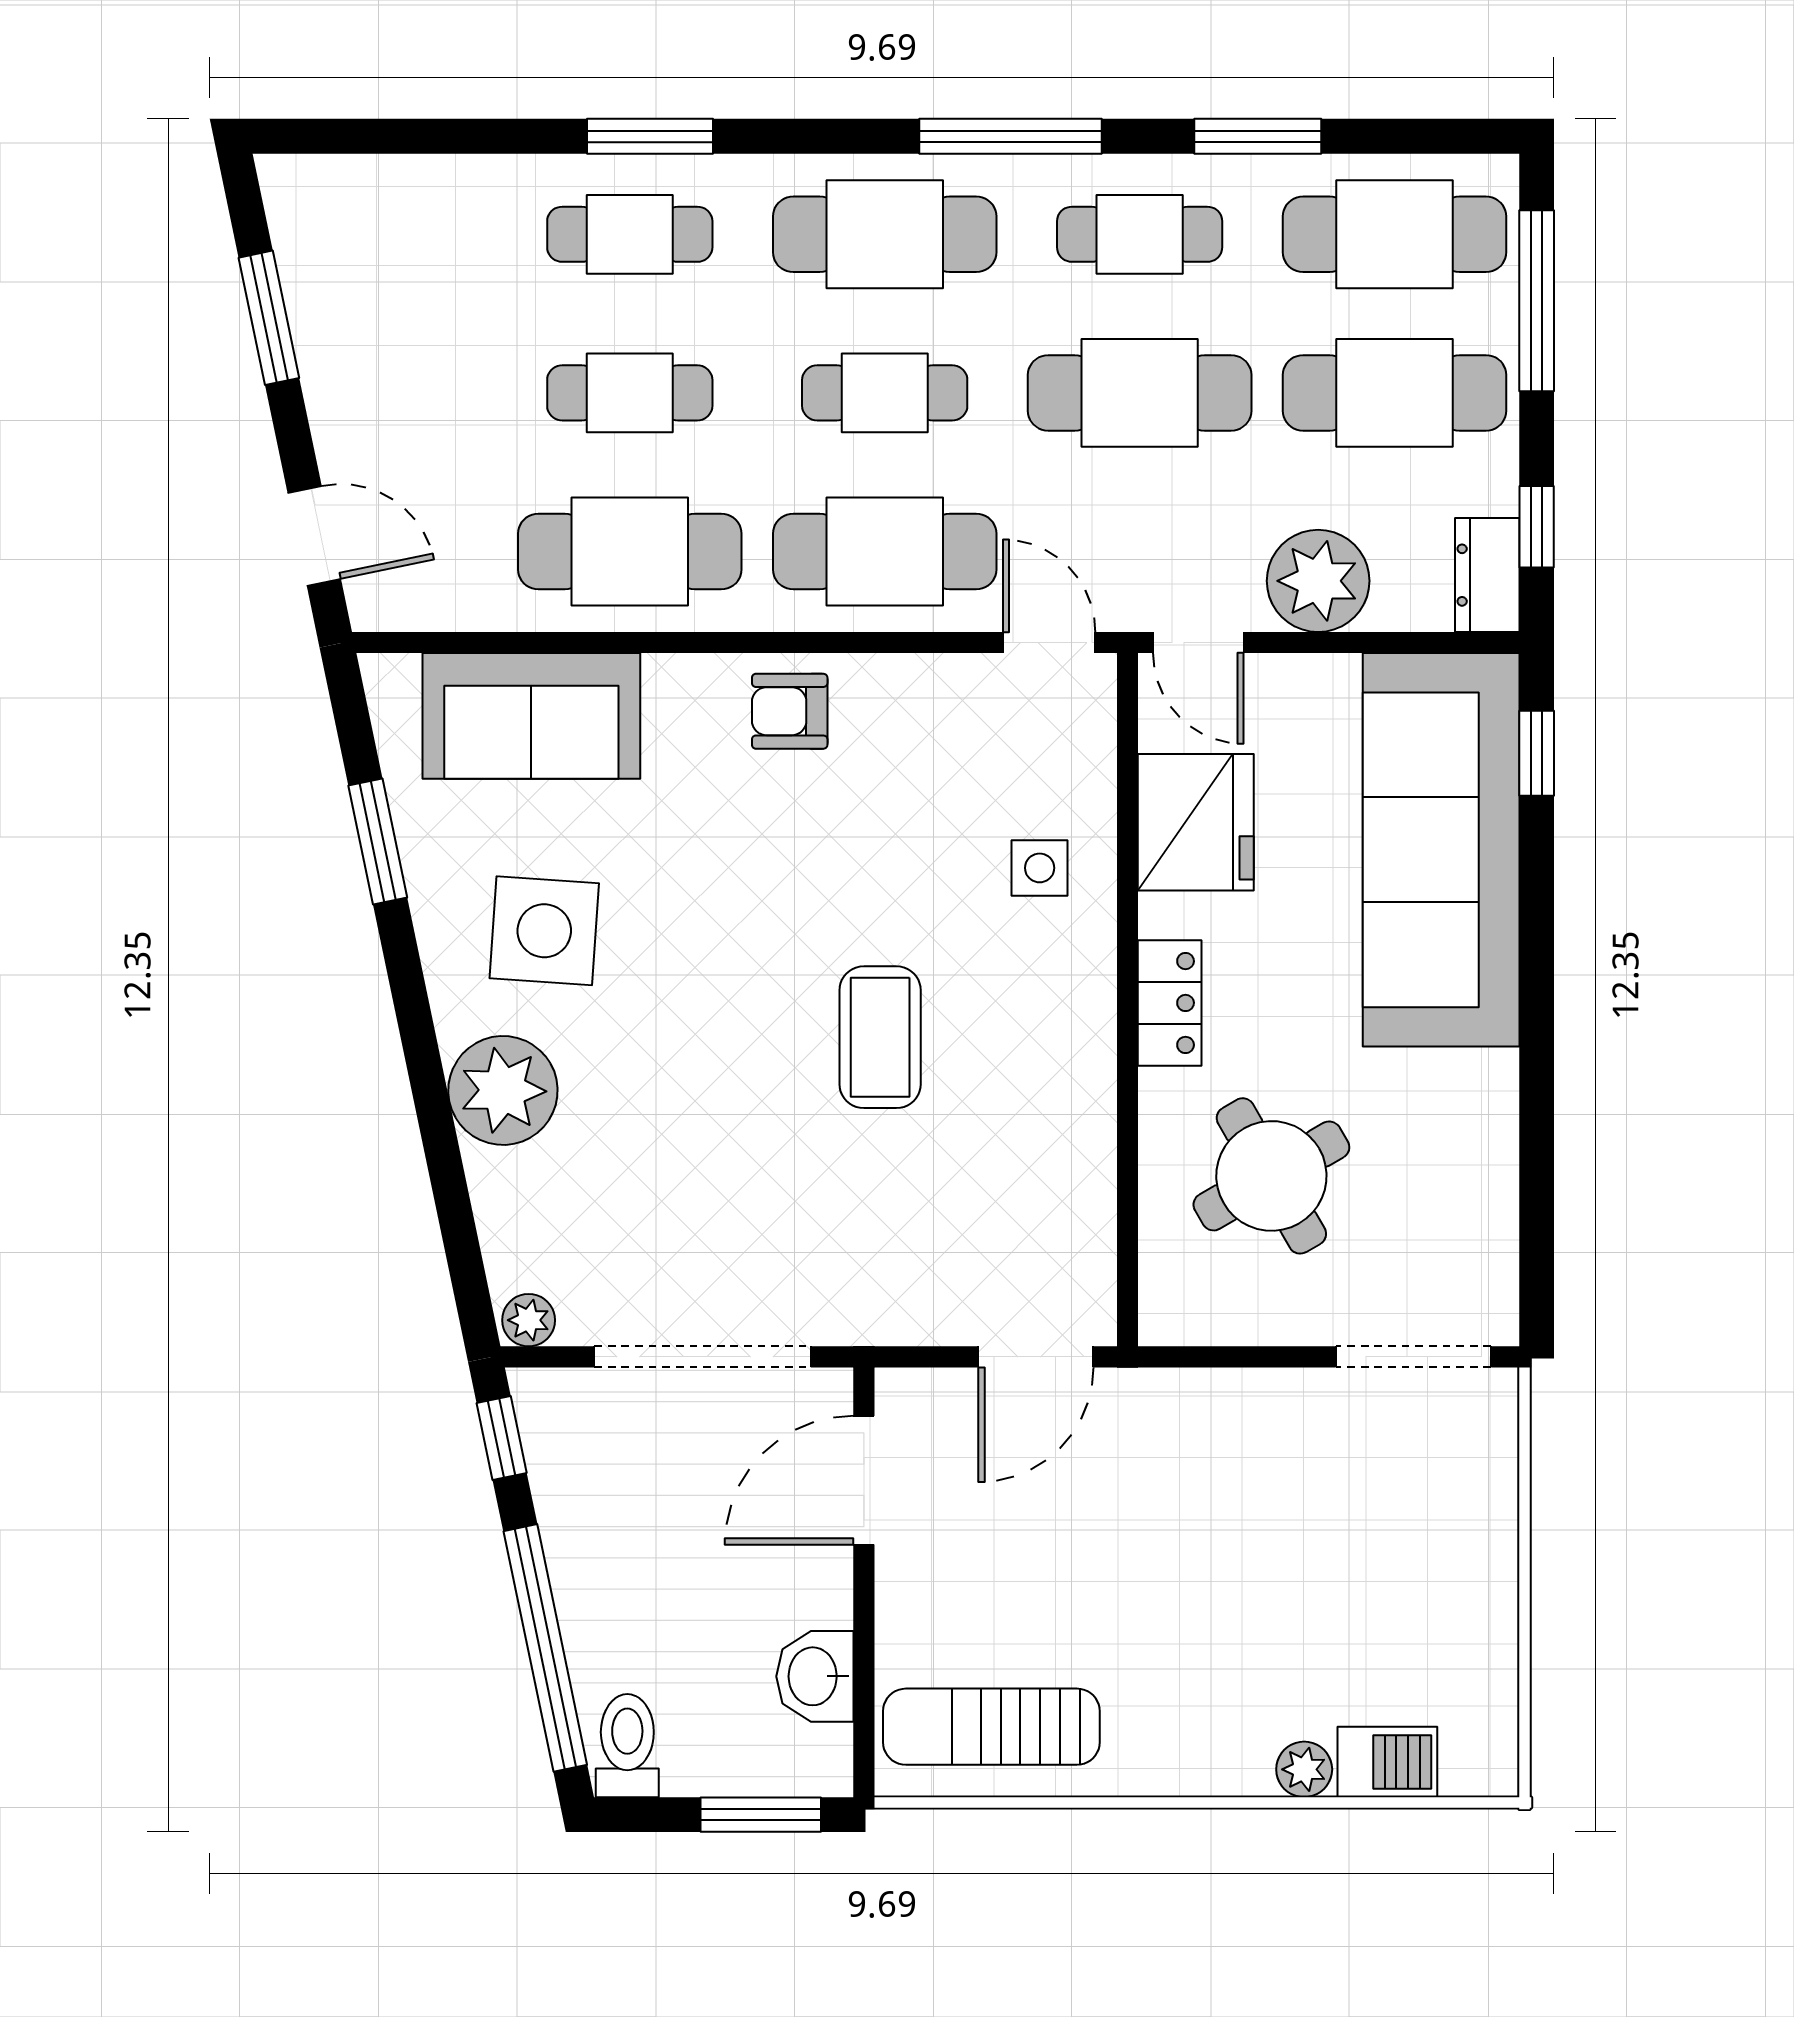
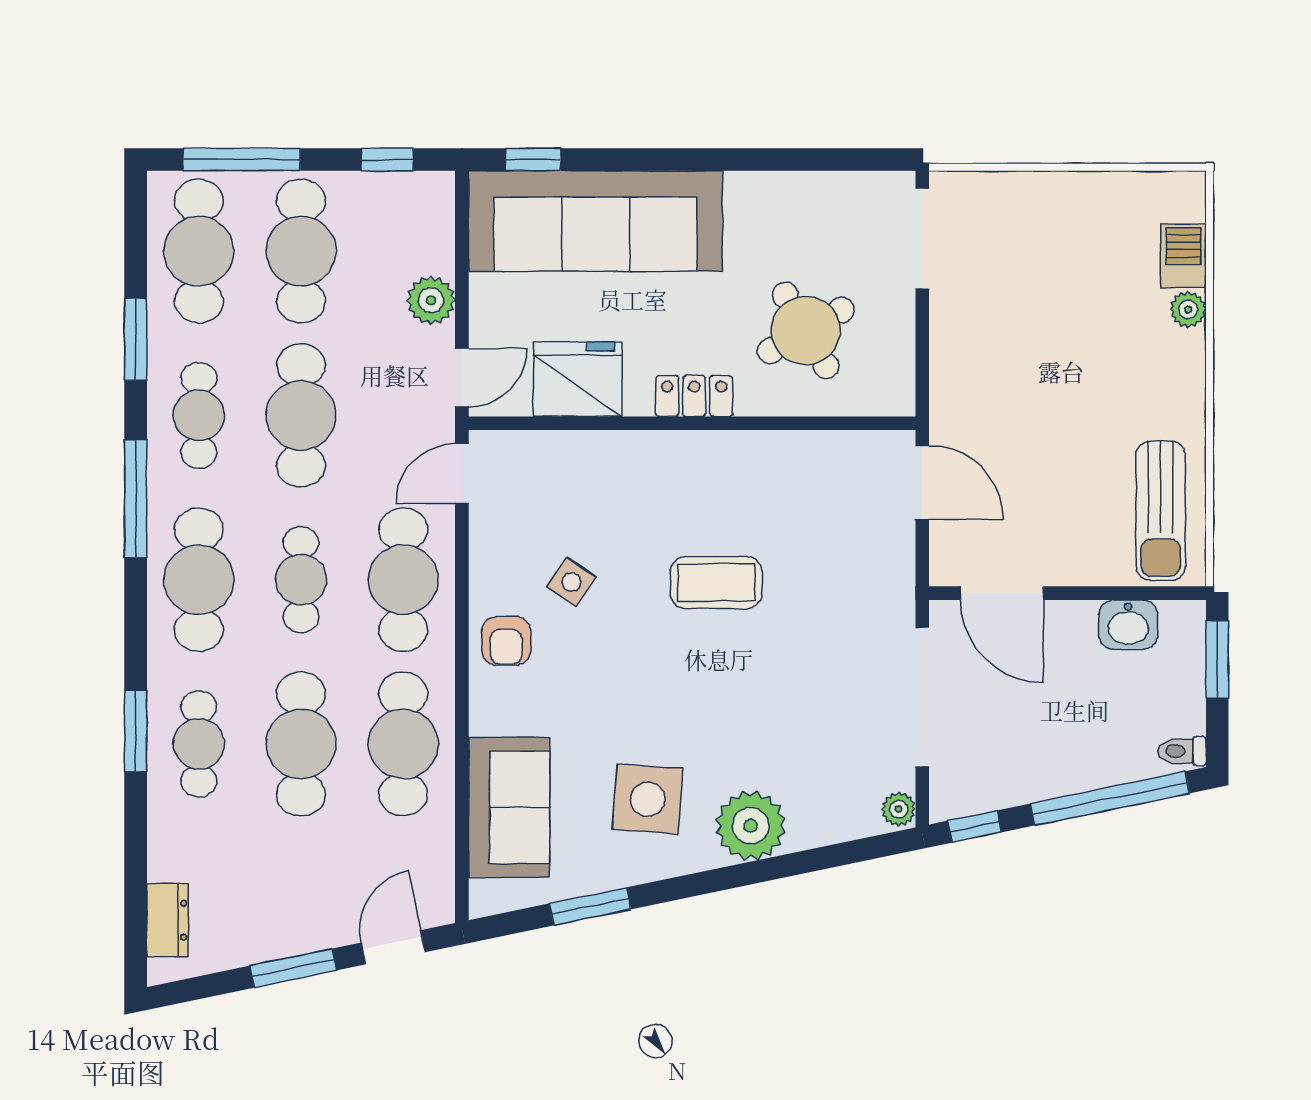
window: (269, 318) -> (293, 968), moved
cafe table: (630, 393) -> (301, 744), width x1.37, depth x1.35
dresser: (1487, 575) -> (168, 920), moved, turned -90
plant: (1318, 581) -> (431, 300), width x0.73, depth x0.73
side table: (1040, 868) -> (572, 582), moved, turned 34
toilet: (627, 1746) -> (1182, 751), width x0.73, depth x0.72

